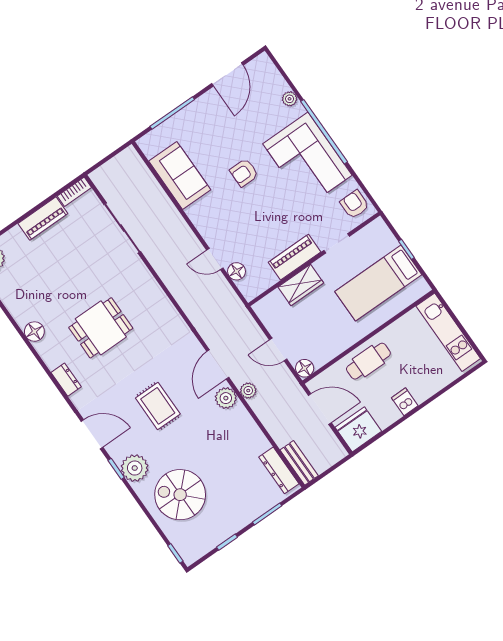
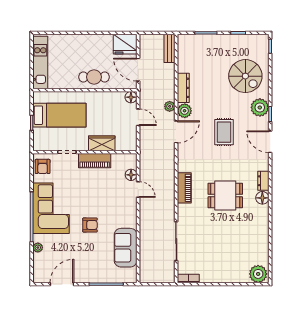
piano: (43, 219) -> (184, 188), moved, turned 90
floor lamp: (34, 332) -> (262, 198), moved
dishwasher: (405, 402) -> (90, 42), removed
dresser: (279, 470) -> (183, 88), moved

